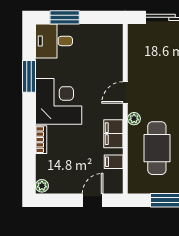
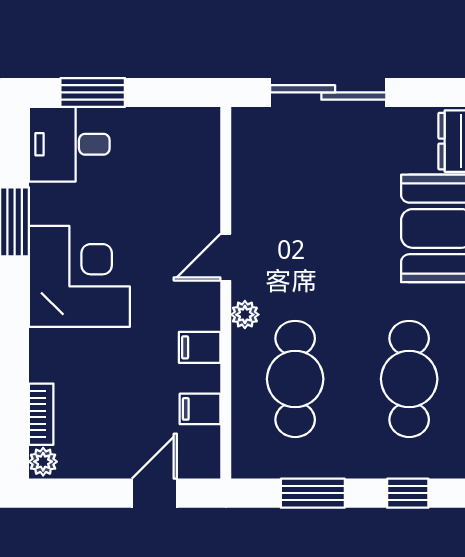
filing cabinet: (113, 134) -> (200, 347), width x0.50
bookcase: (41, 140) -> (41, 414), moved

